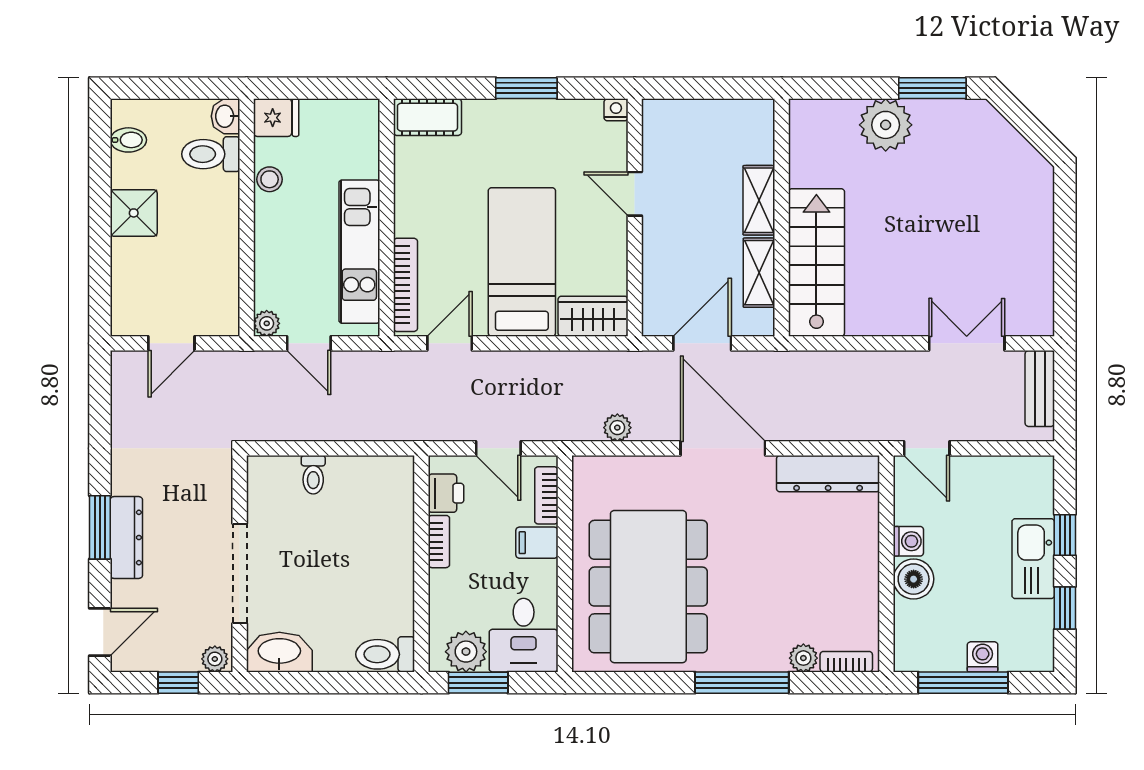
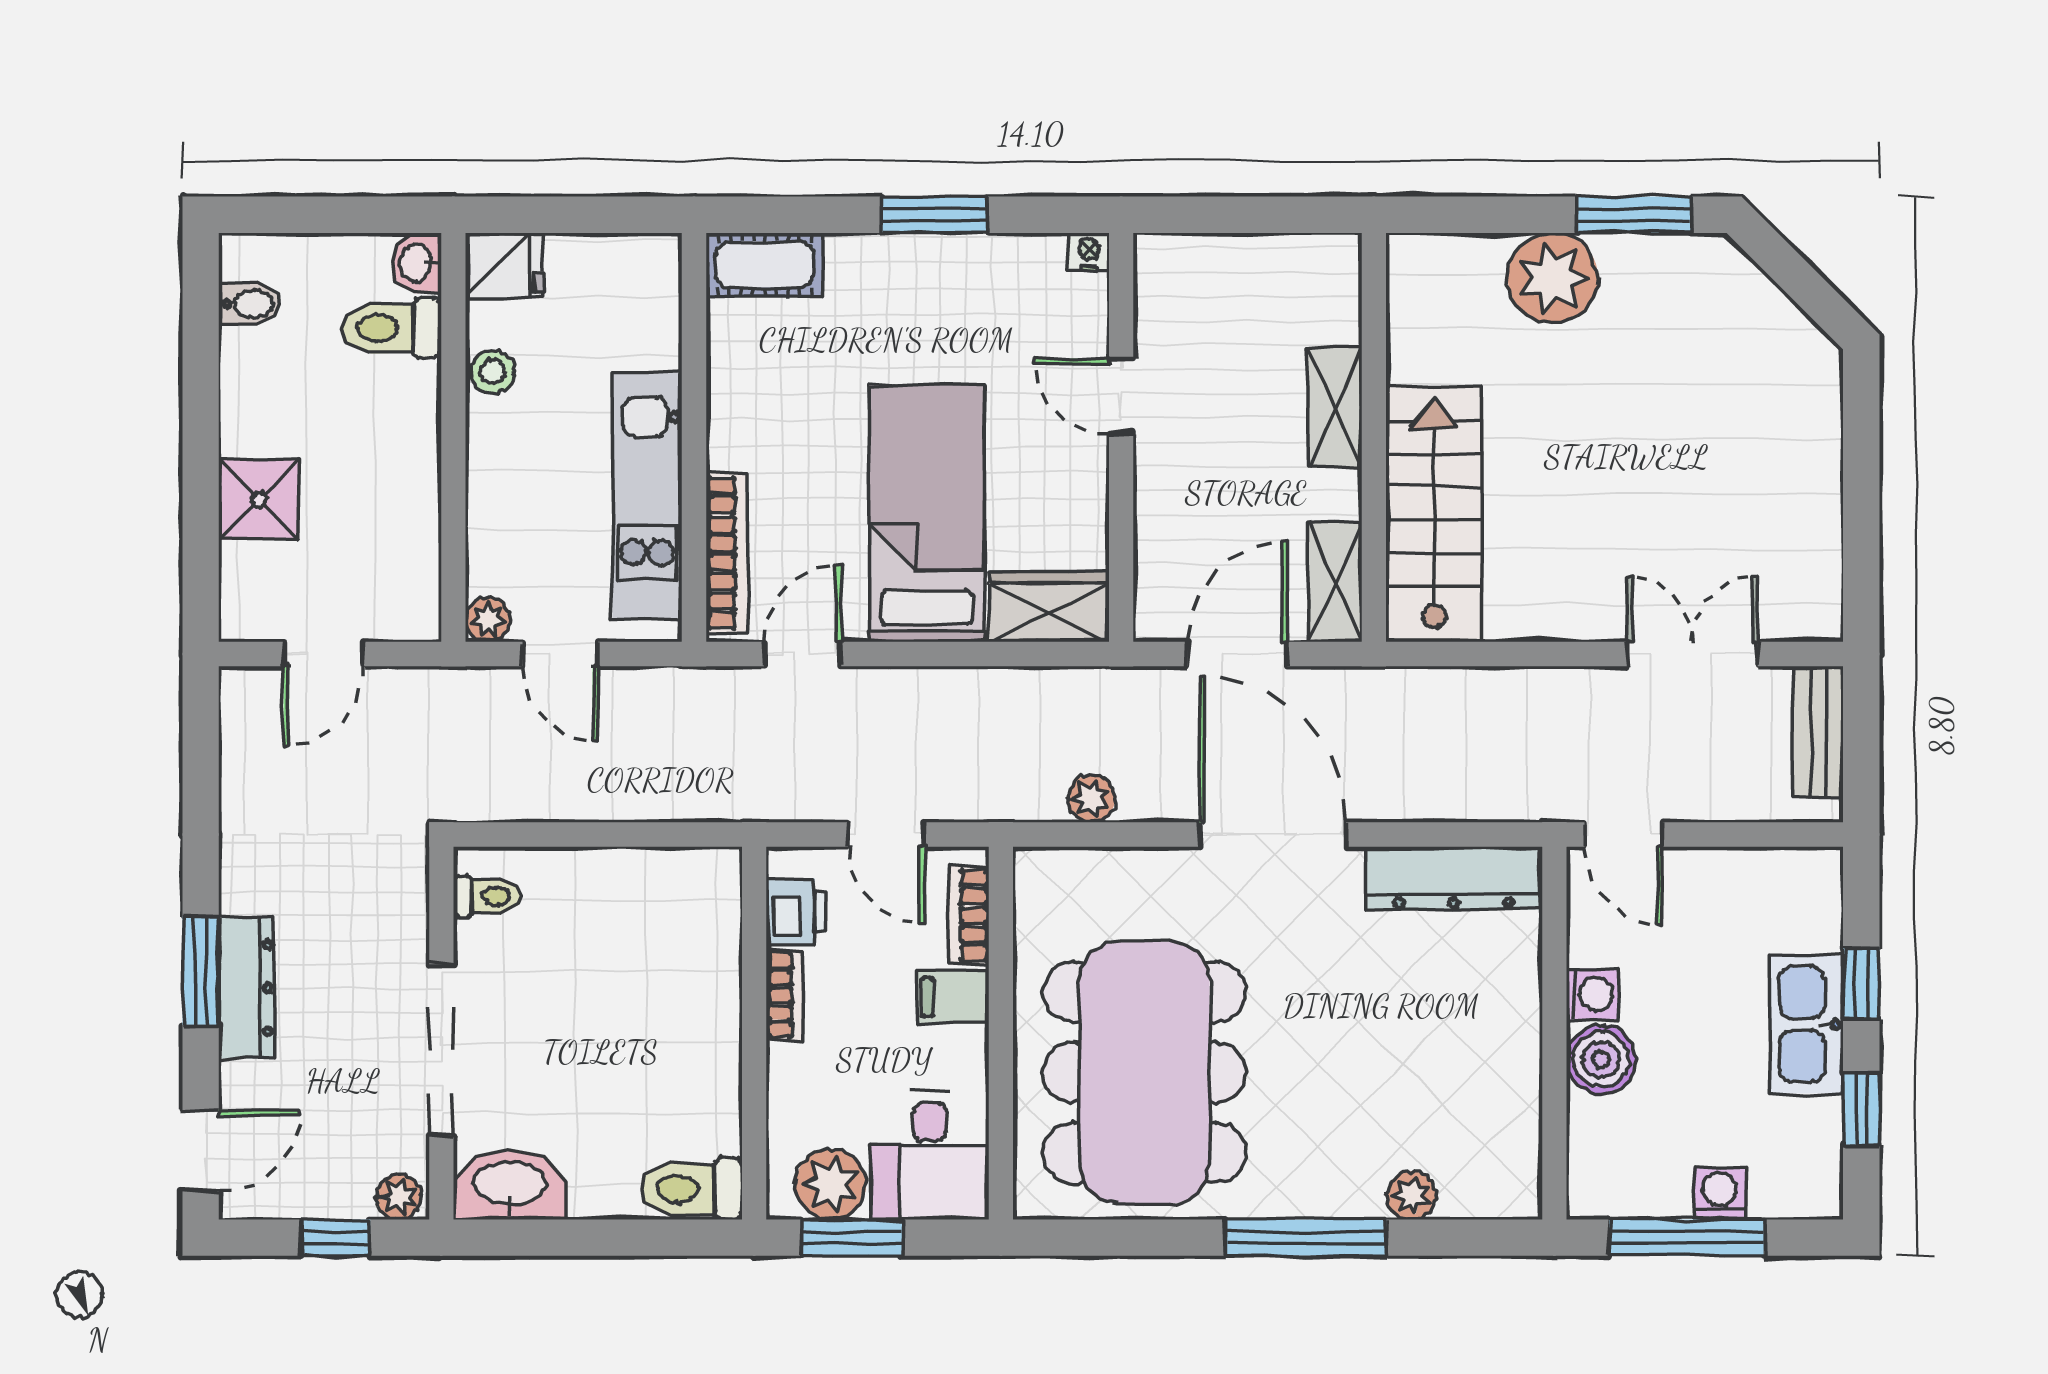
shower: (134, 213) -> (259, 500), moved
shelving: (759, 273) -> (1335, 582), moved
toilet: (313, 475) -> (487, 896), moved, turned -90
bookcase: (846, 662) -> (1485, 1202), removed

